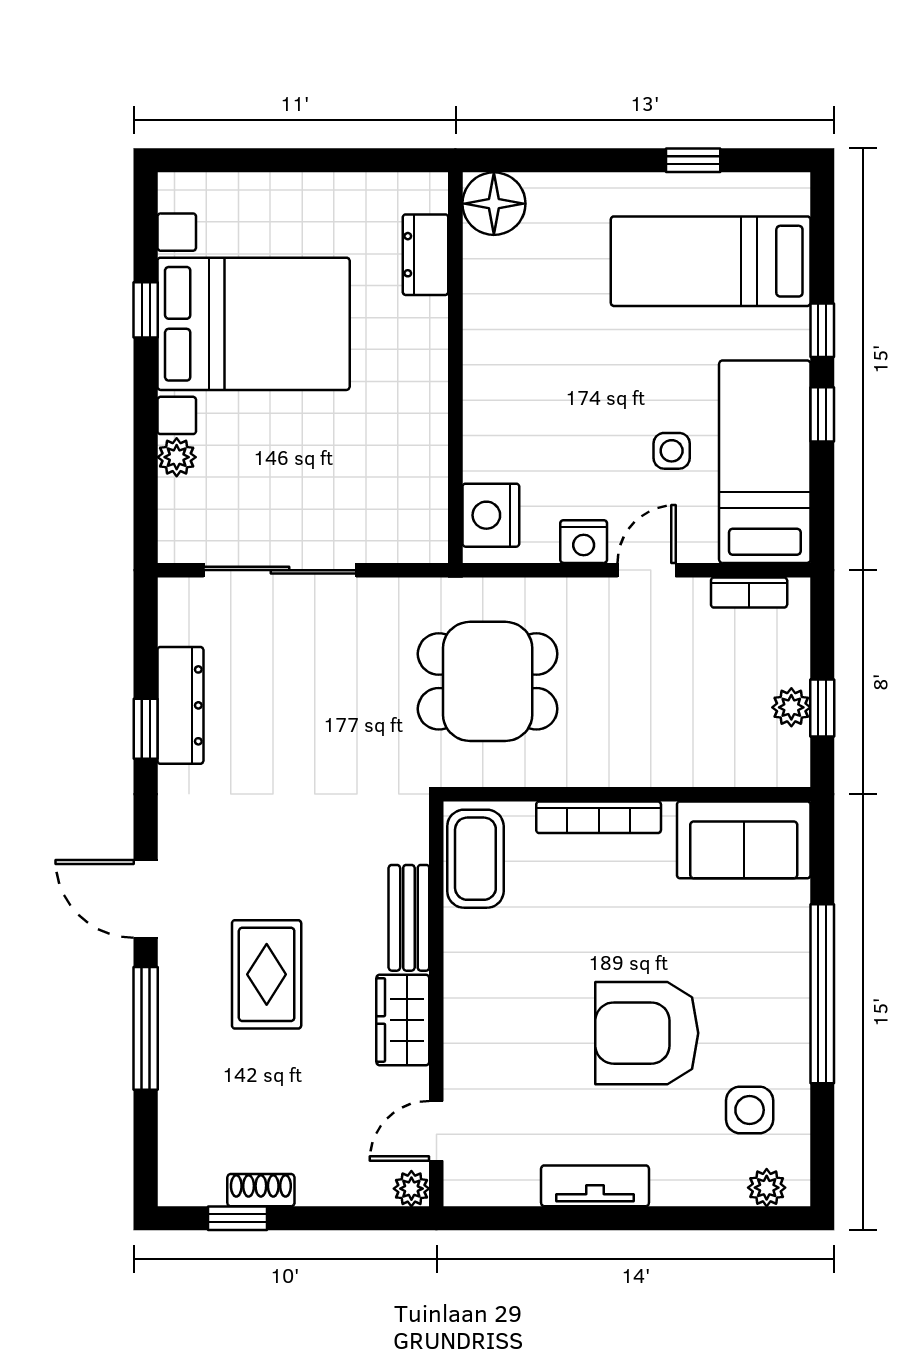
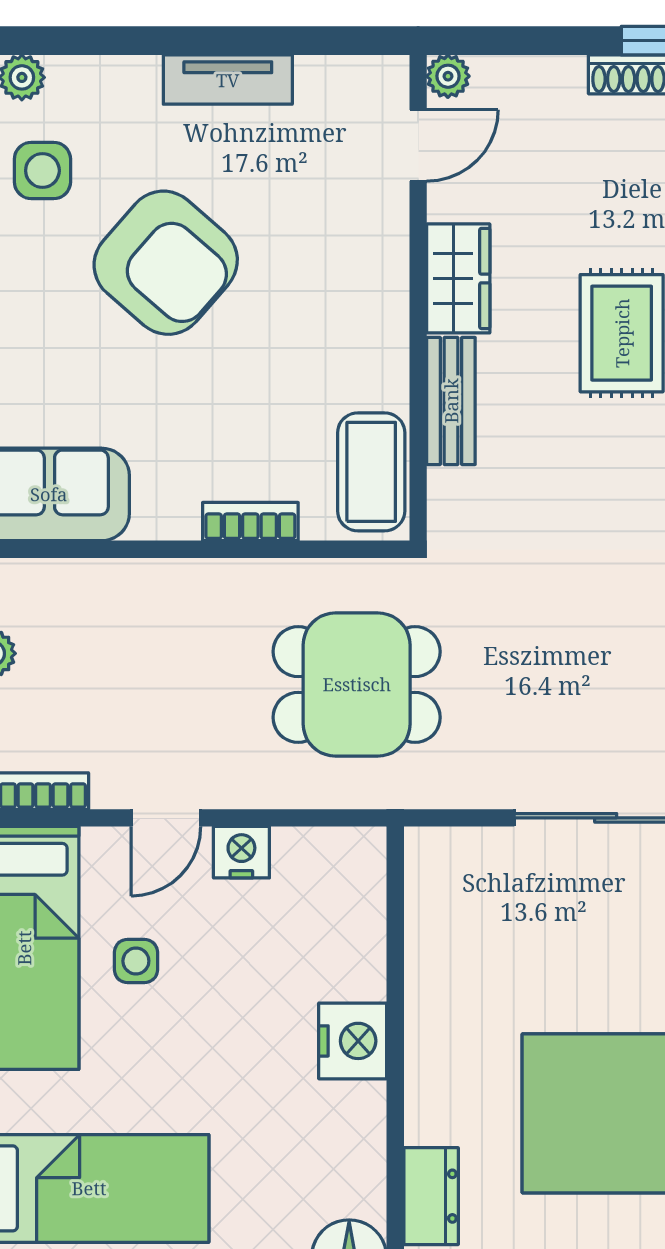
nightstand: (491, 515) -> (353, 1041), moved
bookcase: (599, 817) -> (250, 522), width x0.64
armchair: (647, 1033) -> (166, 263), turned 41

